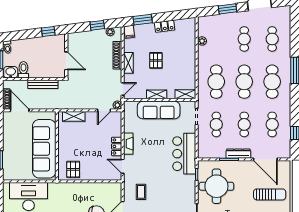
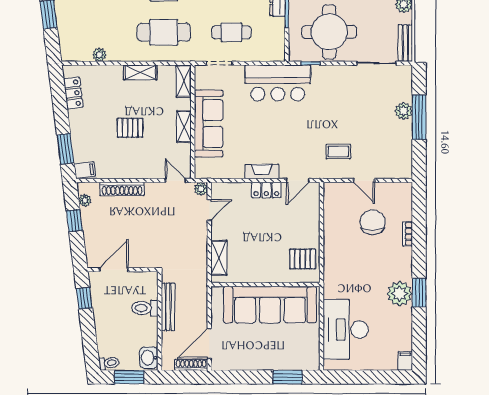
locker: (165, 26) -> (73, 93), moved
door: (66, 61) -> (114, 270), moved
shelving: (128, 63) -> (140, 72), moved
toilet: (23, 70) -> (145, 308), moved
door: (104, 110) -> (209, 210), hinge flipped

